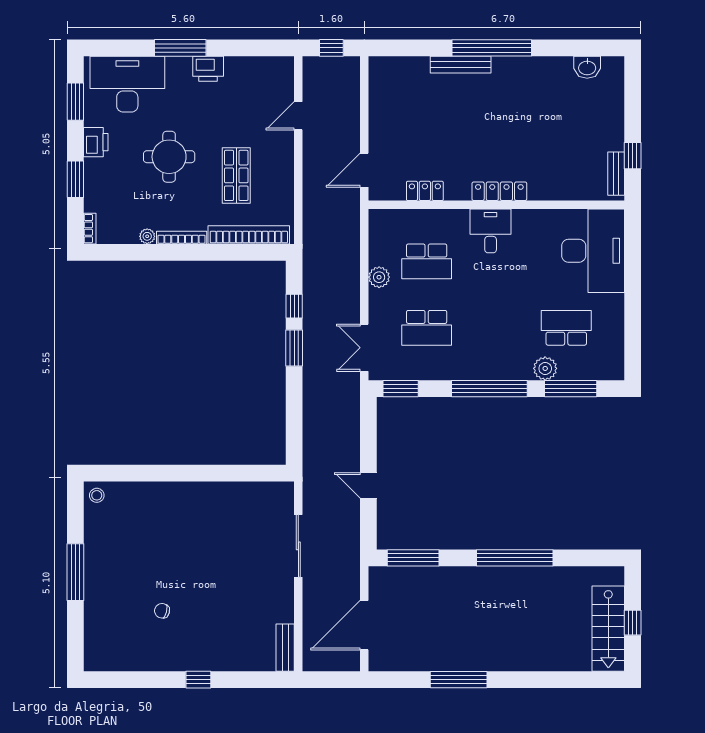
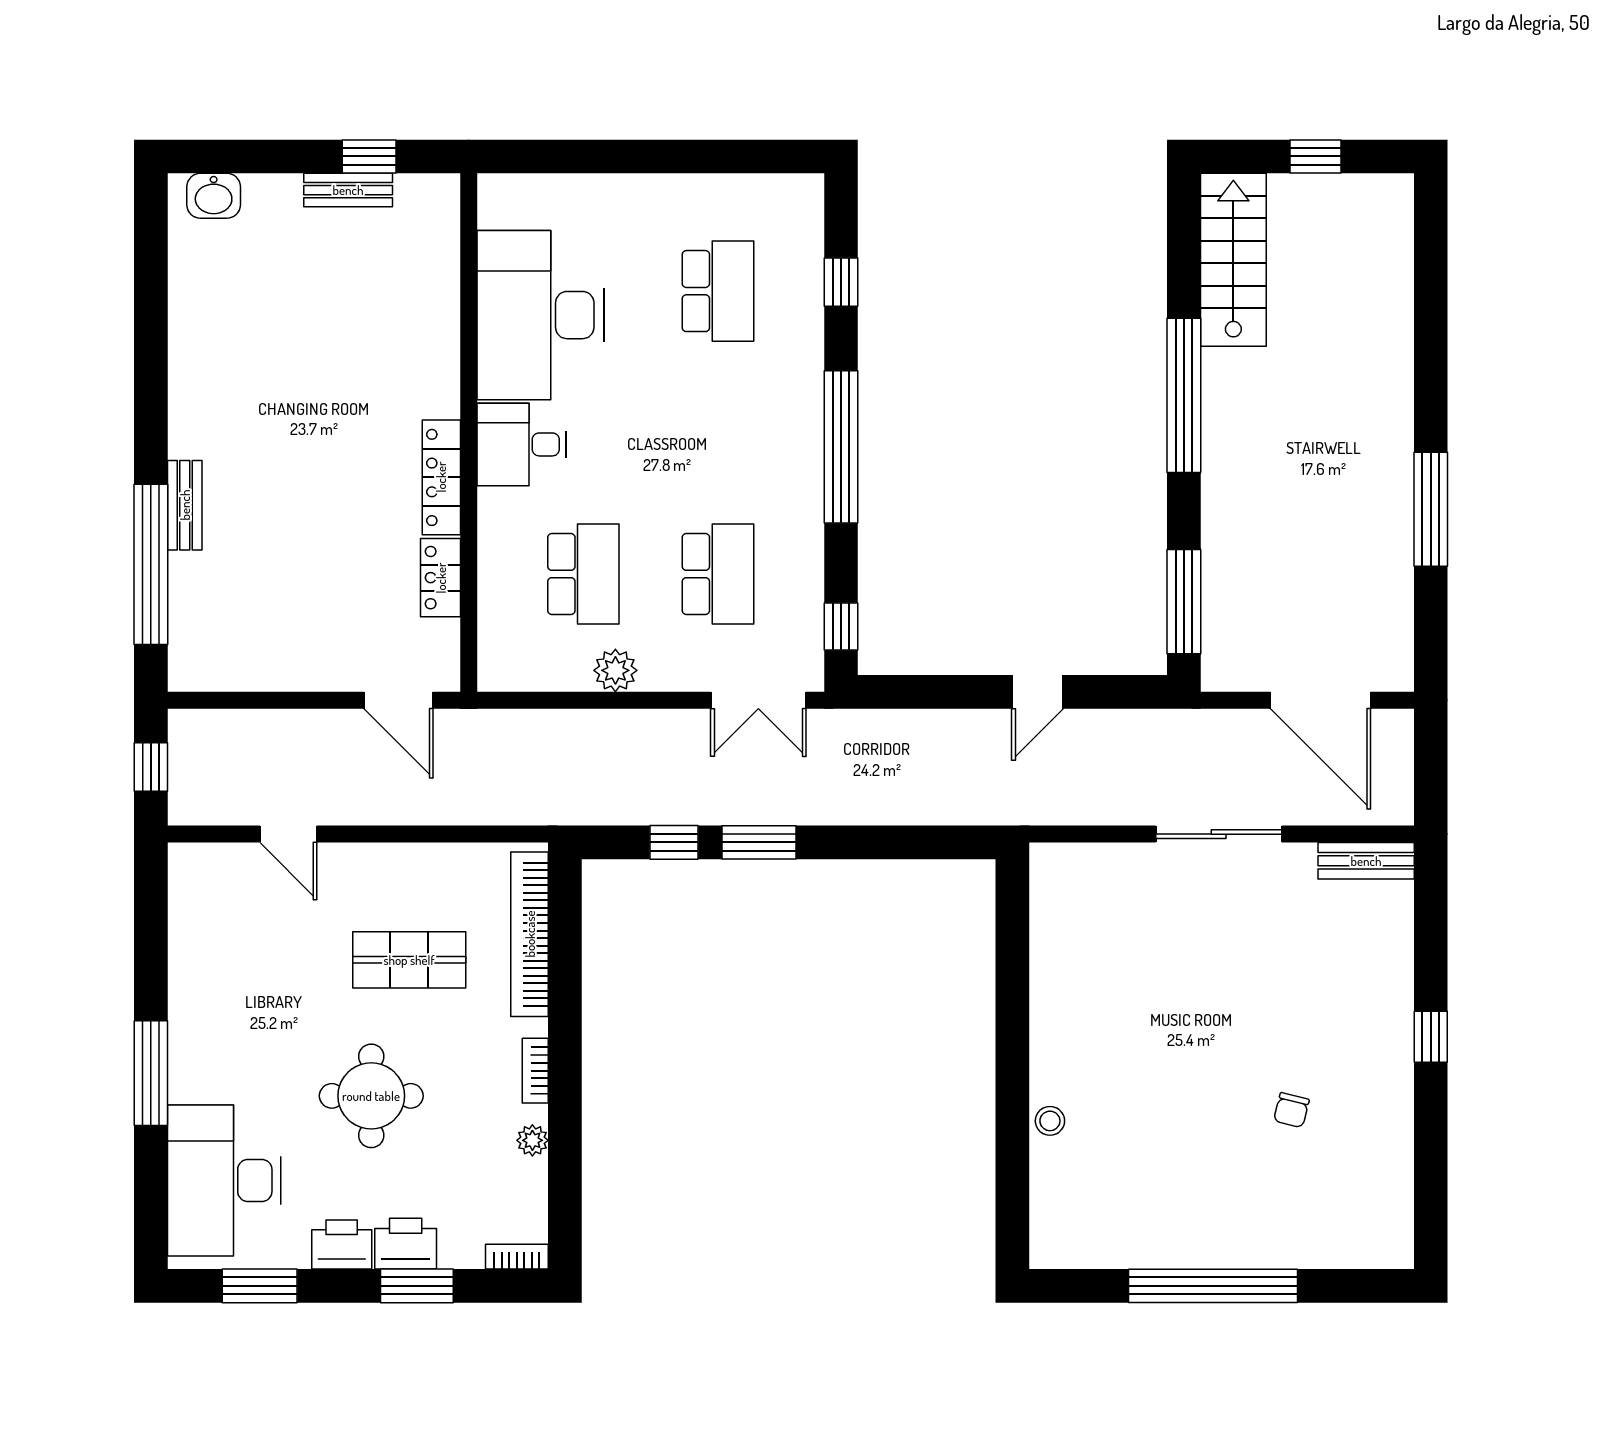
window: (492, 48) -> (151, 564), moved
bench: (461, 65) -> (185, 505), width x0.73
washbasin: (587, 67) -> (214, 196), moved, turned 90
printer: (208, 69) -> (406, 1244), moved, turned -90
bench: (616, 174) -> (348, 190), moved
locker: (499, 191) -> (441, 477), moved
bookcase: (182, 238) -> (535, 1071), width x0.64
desk: (593, 251) -> (541, 315), moved, turned -90
school desk: (566, 328) -> (718, 291), turned 180
plant: (545, 368) -> (800, 334), removed
window: (401, 389) -> (841, 627), width x0.67
window: (571, 389) -> (841, 282), width x0.46
stool: (97, 495) -> (1050, 1121), moved
sliding door: (298, 546) -> (1219, 834), moved
window: (75, 572) -> (1213, 1286), width x1.46
stairs: (608, 629) -> (1233, 260), moved, turned -90

